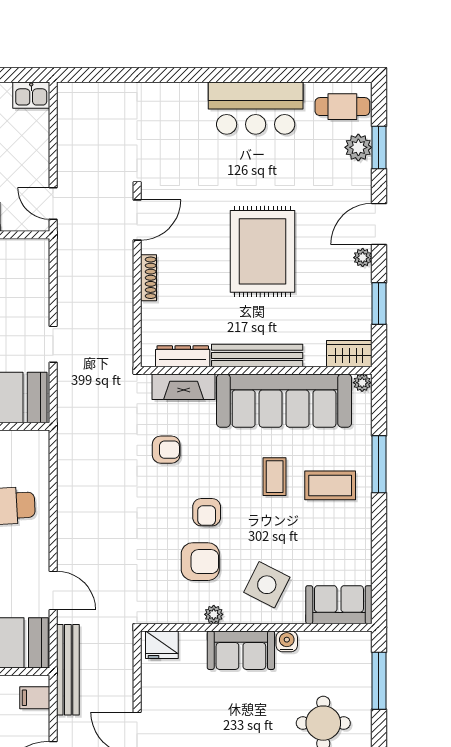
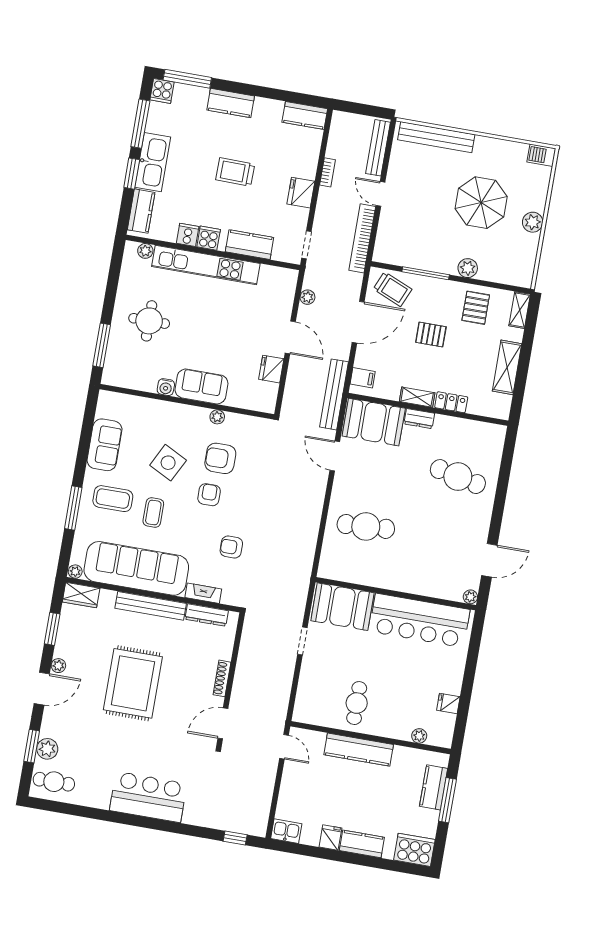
window: (96, 75) -> (235, 838), added
bar counter: (256, 108) -> (148, 797), moved
fireplace: (184, 387) -> (203, 593), width x0.73, depth x0.76
side table: (267, 585) -> (168, 463), moved
sofa: (339, 605) -> (105, 445), moved, turned -90
fridge: (162, 645) -> (271, 369), moved, turned -90

